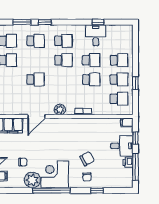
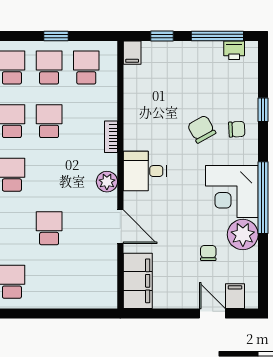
desk: (122, 146) -> (145, 171), moved, turned -90
printer: (128, 162) -> (234, 50), moved

